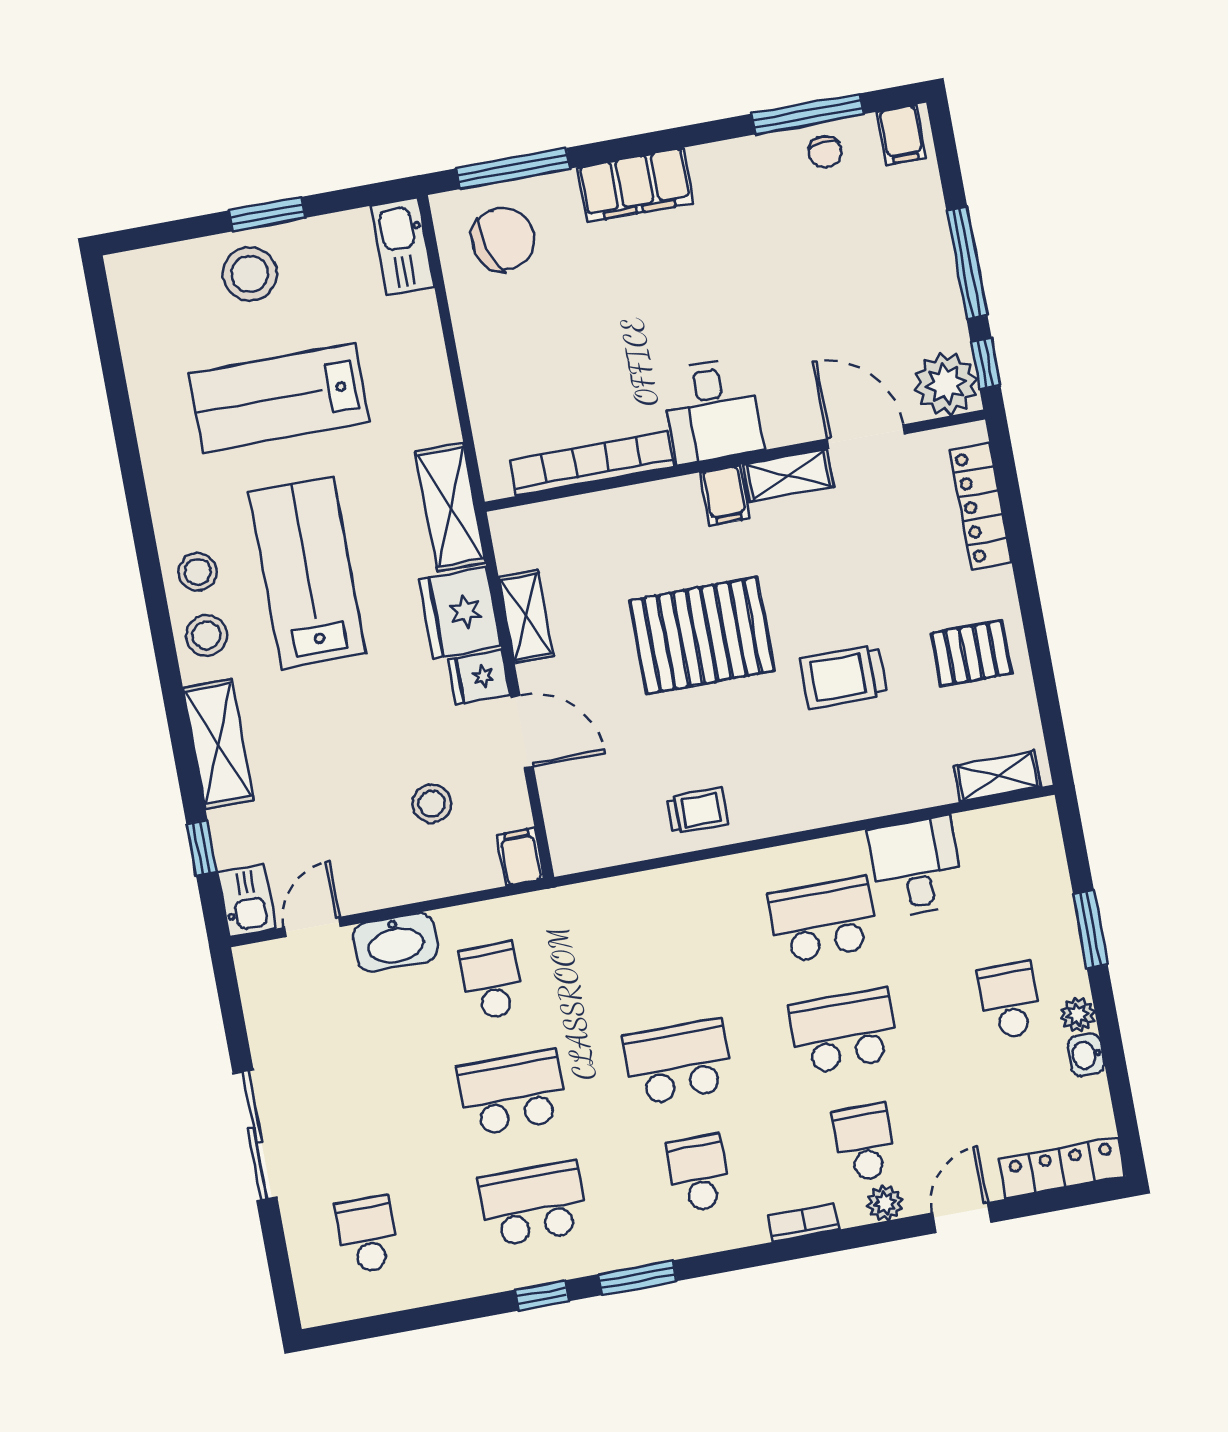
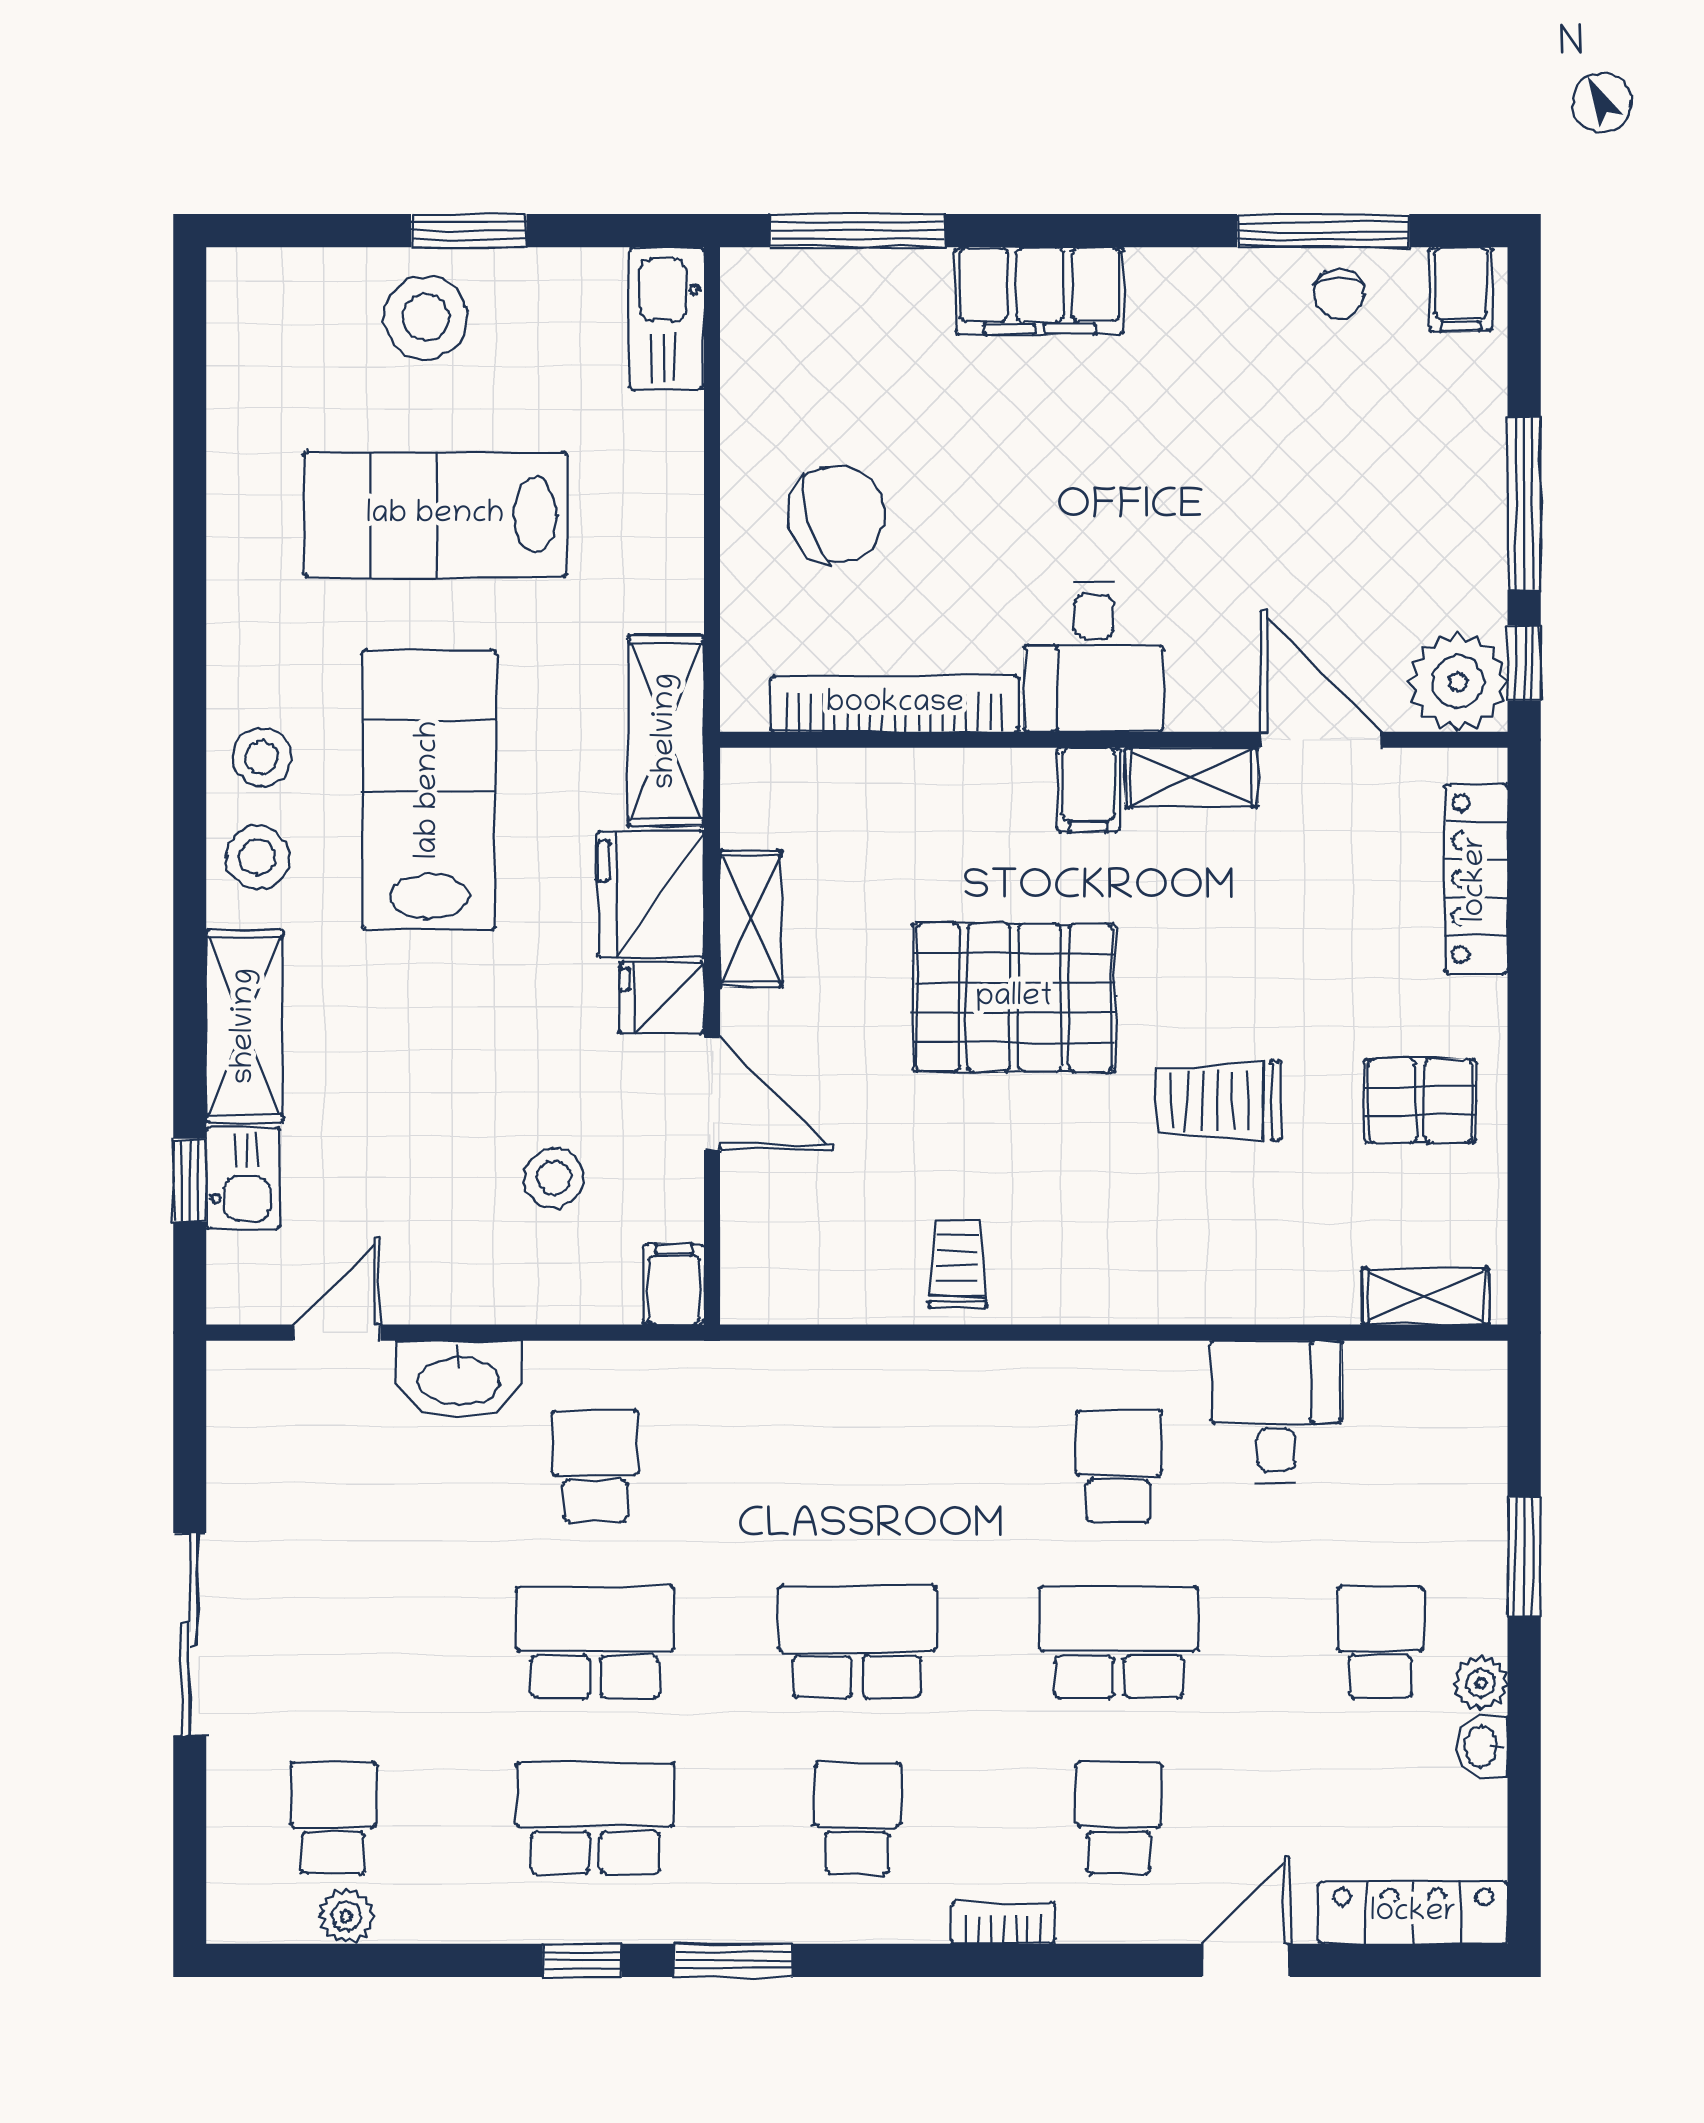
chair: (503, 239) -> (836, 514), moved
trolley: (697, 811) -> (958, 1264), turned -90
kitchen sink: (246, 901) -> (243, 1178), moved
school desk: (823, 920) -> (1119, 1466), width x0.54
plant: (885, 1203) -> (346, 1916), moved

